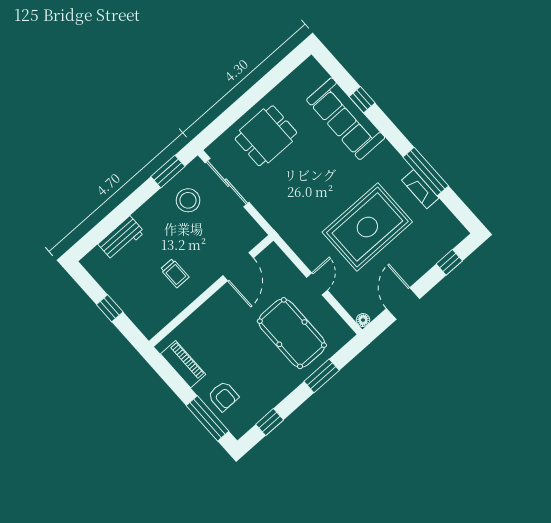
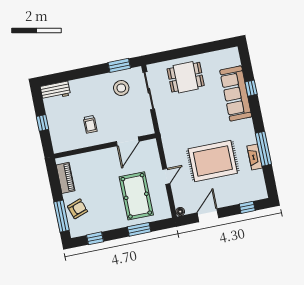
workbench: (121, 238) -> (55, 91), moved
armchair: (223, 396) -> (78, 209), turned -109

